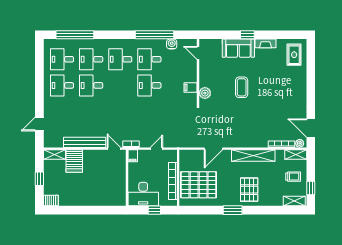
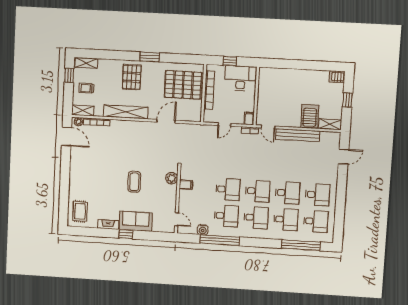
desk: (120, 85) -> (258, 191), added

